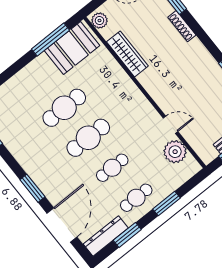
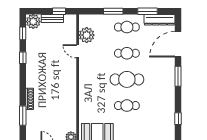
wardrobe: (127, 54) -> (70, 107), removed
cafe table: (64, 108) -> (127, 106), width x0.73, depth x0.74

